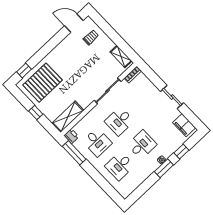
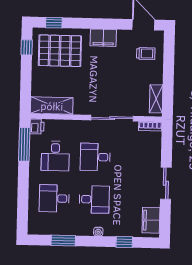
filing cabinet: (59, 52) -> (103, 38), added
window: (36, 113) -> (27, 47), moved
window: (164, 168) -> (63, 241), moved

